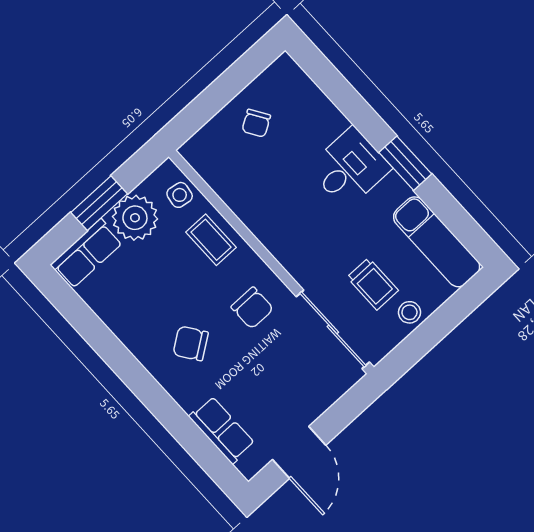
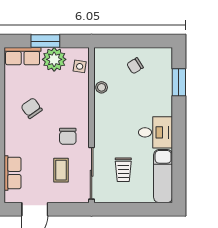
window: (405, 163) -> (179, 82), moved
desk: (350, 168) -> (155, 132), moved
coffee table: (211, 240) -> (61, 170), moved
stool: (409, 312) -> (102, 87), moved
chair: (191, 343) -> (32, 108), moved

